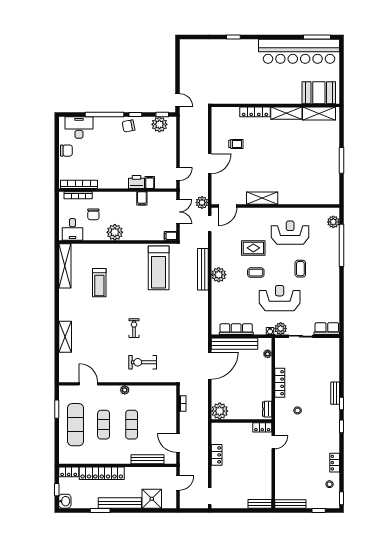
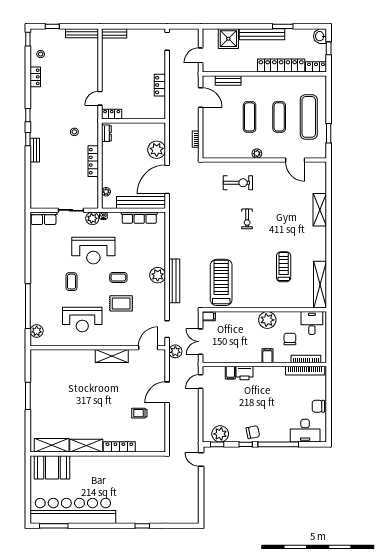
filing cabinet: (142, 198) -> (267, 356), moved
plant: (220, 411) -> (157, 150), moved
bench: (148, 459) -> (228, 80), width x0.73

